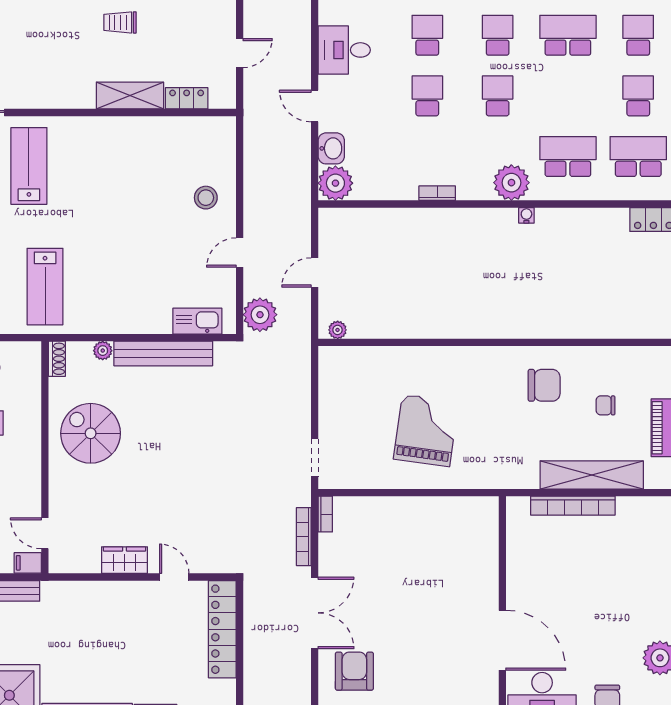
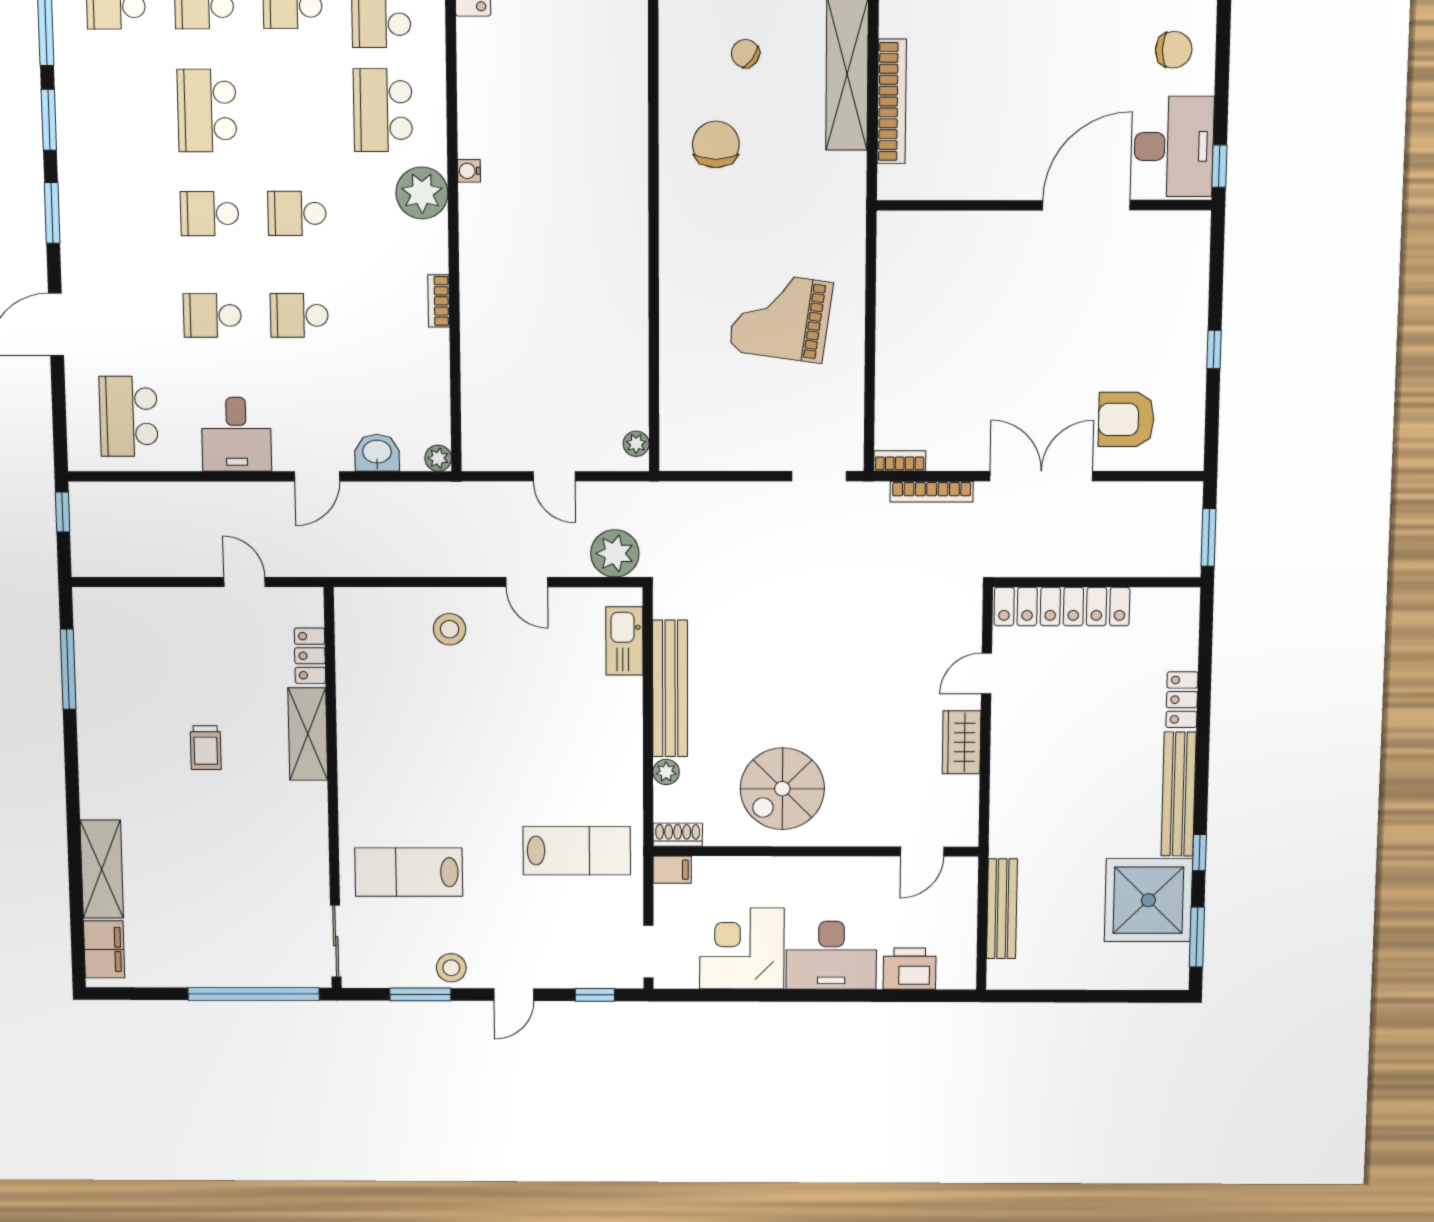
plant: (335, 183) -> (438, 458), width x0.53, depth x0.53
chair: (606, 405) -> (745, 54), turned 126
filing cabinet: (28, 563) -> (672, 870), moved, turned -90

